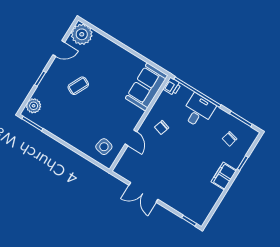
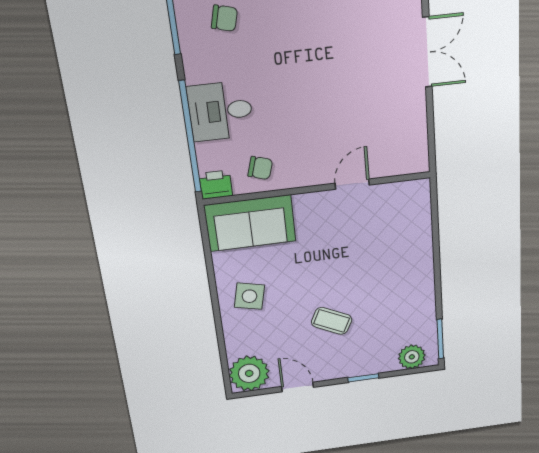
chair: (162, 127) -> (260, 168), moved
side table: (104, 147) -> (249, 296), moved
double door: (143, 192) -> (427, 52), moved

